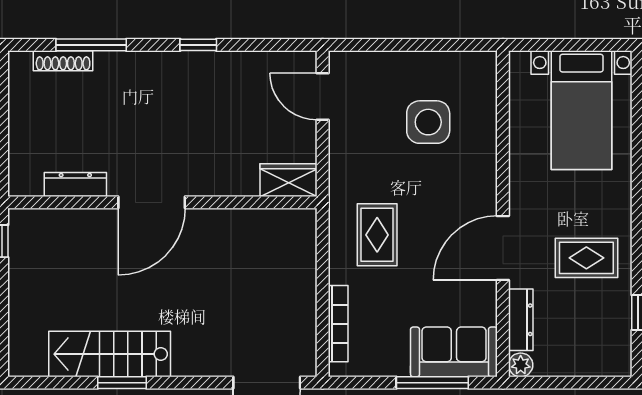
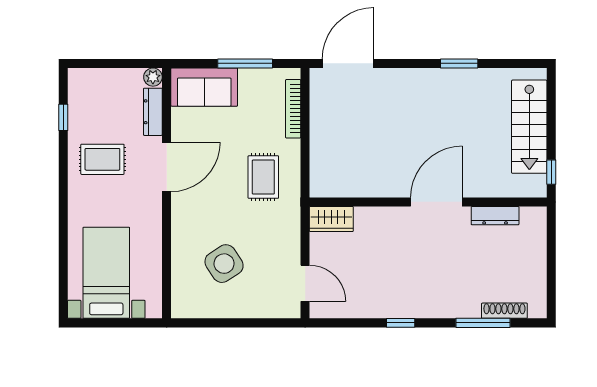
side table: (428, 122) -> (224, 264), turned -33
stairs: (110, 354) -> (529, 127), moved, turned 90
window: (432, 383) -> (245, 63), moved

